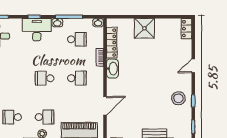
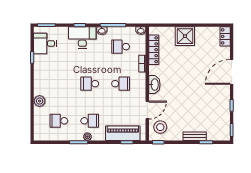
school desk: (77, 39) -> (121, 47), turned 180
door: (193, 66) -> (232, 72), width x1.88
washbasin: (112, 69) -> (154, 85), moved
stool: (178, 98) -> (160, 127), moved

